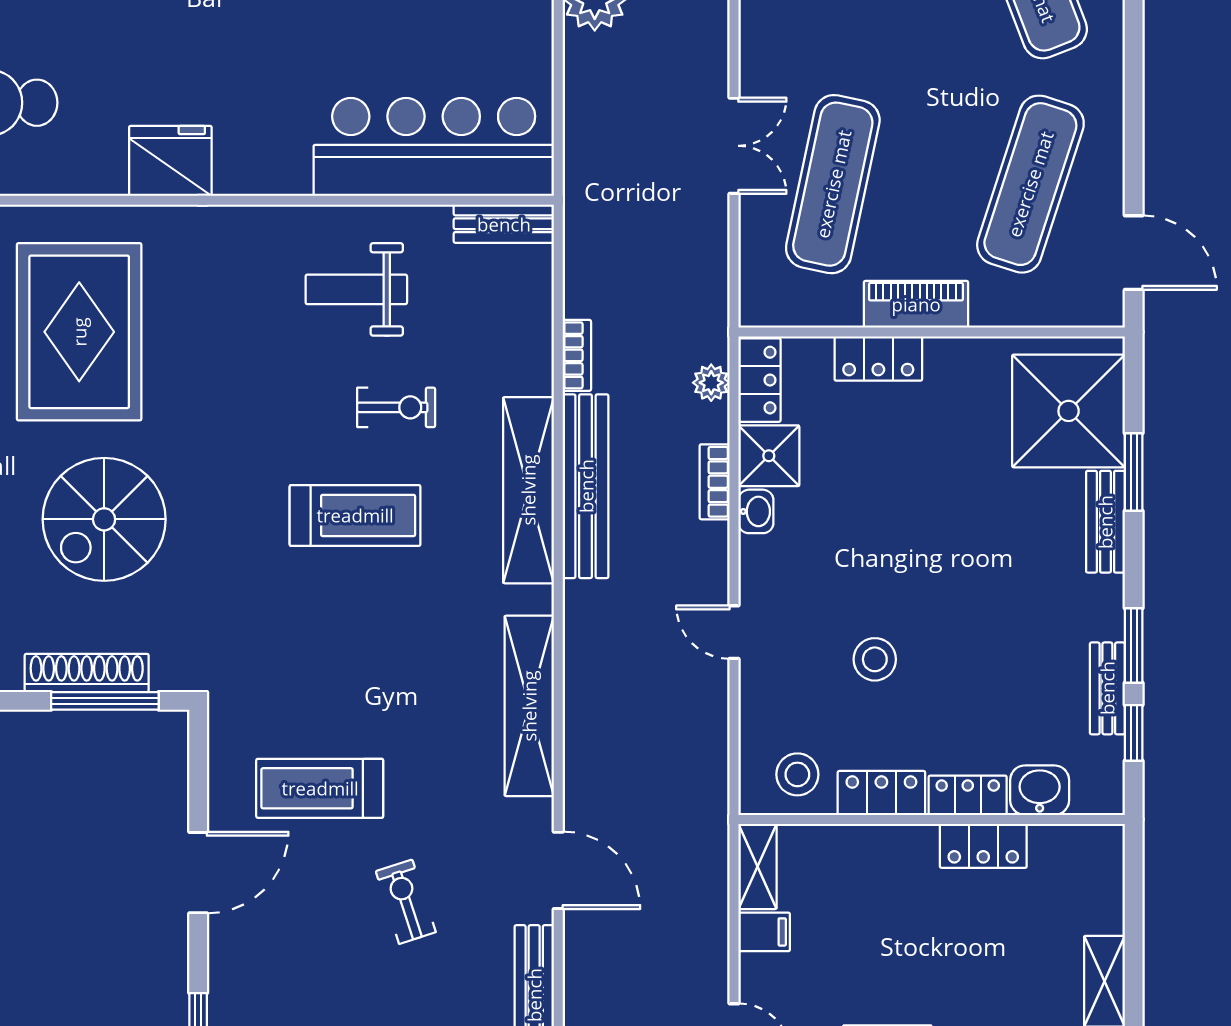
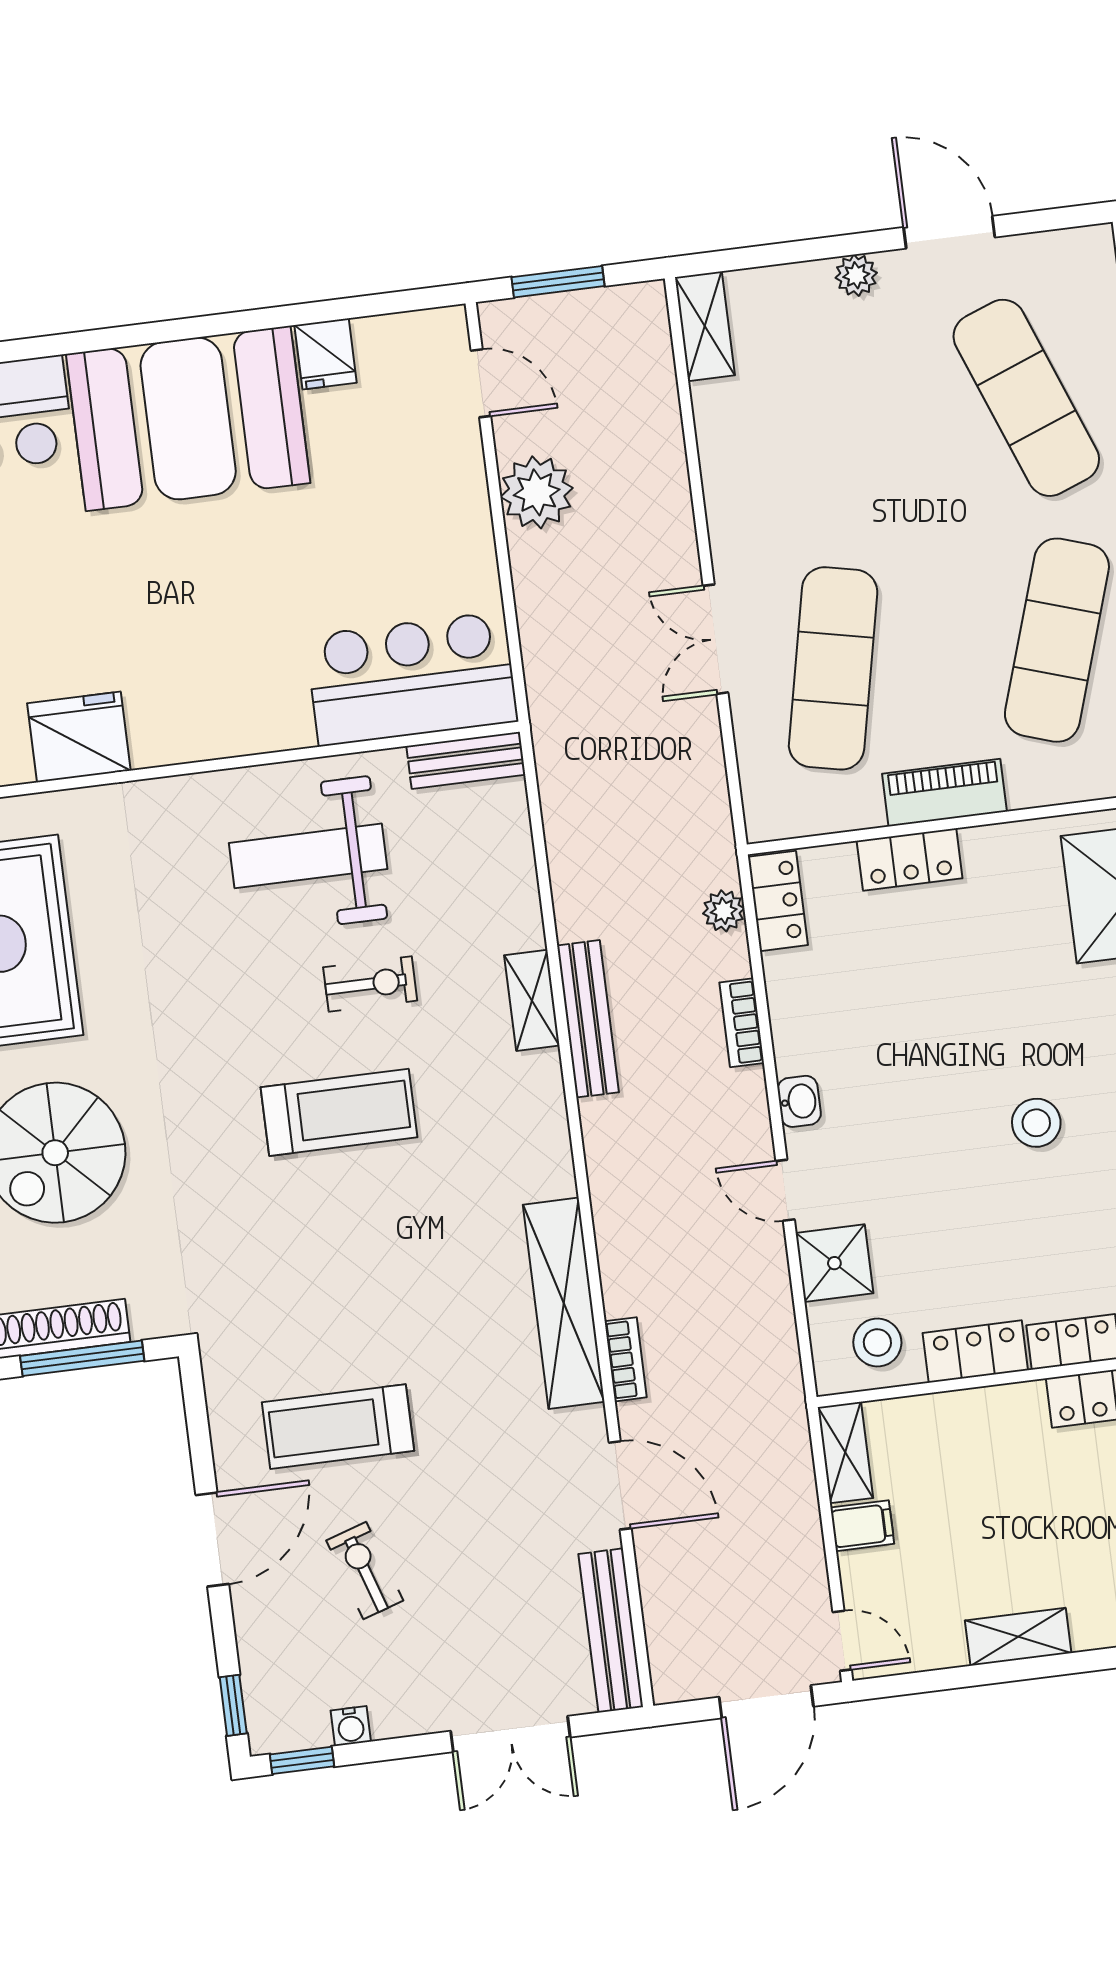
double door: (734, 146) -> (716, 639), swing flipped
bar counter: (434, 147) -> (412, 679), width x0.73
weight bench: (356, 289) -> (308, 856), width x1.36, depth x1.33
bookcase: (577, 355) -> (626, 1359), moved
shower: (769, 456) -> (834, 1263), moved
bench: (586, 486) -> (588, 1019), width x0.73, depth x0.82
shelving: (528, 490) -> (532, 1000), width x0.45, depth x0.75
washbasin: (756, 511) -> (799, 1101), moved
stool: (875, 659) -> (1036, 1123), moved
exercise bike: (406, 902) -> (365, 1571), moved

